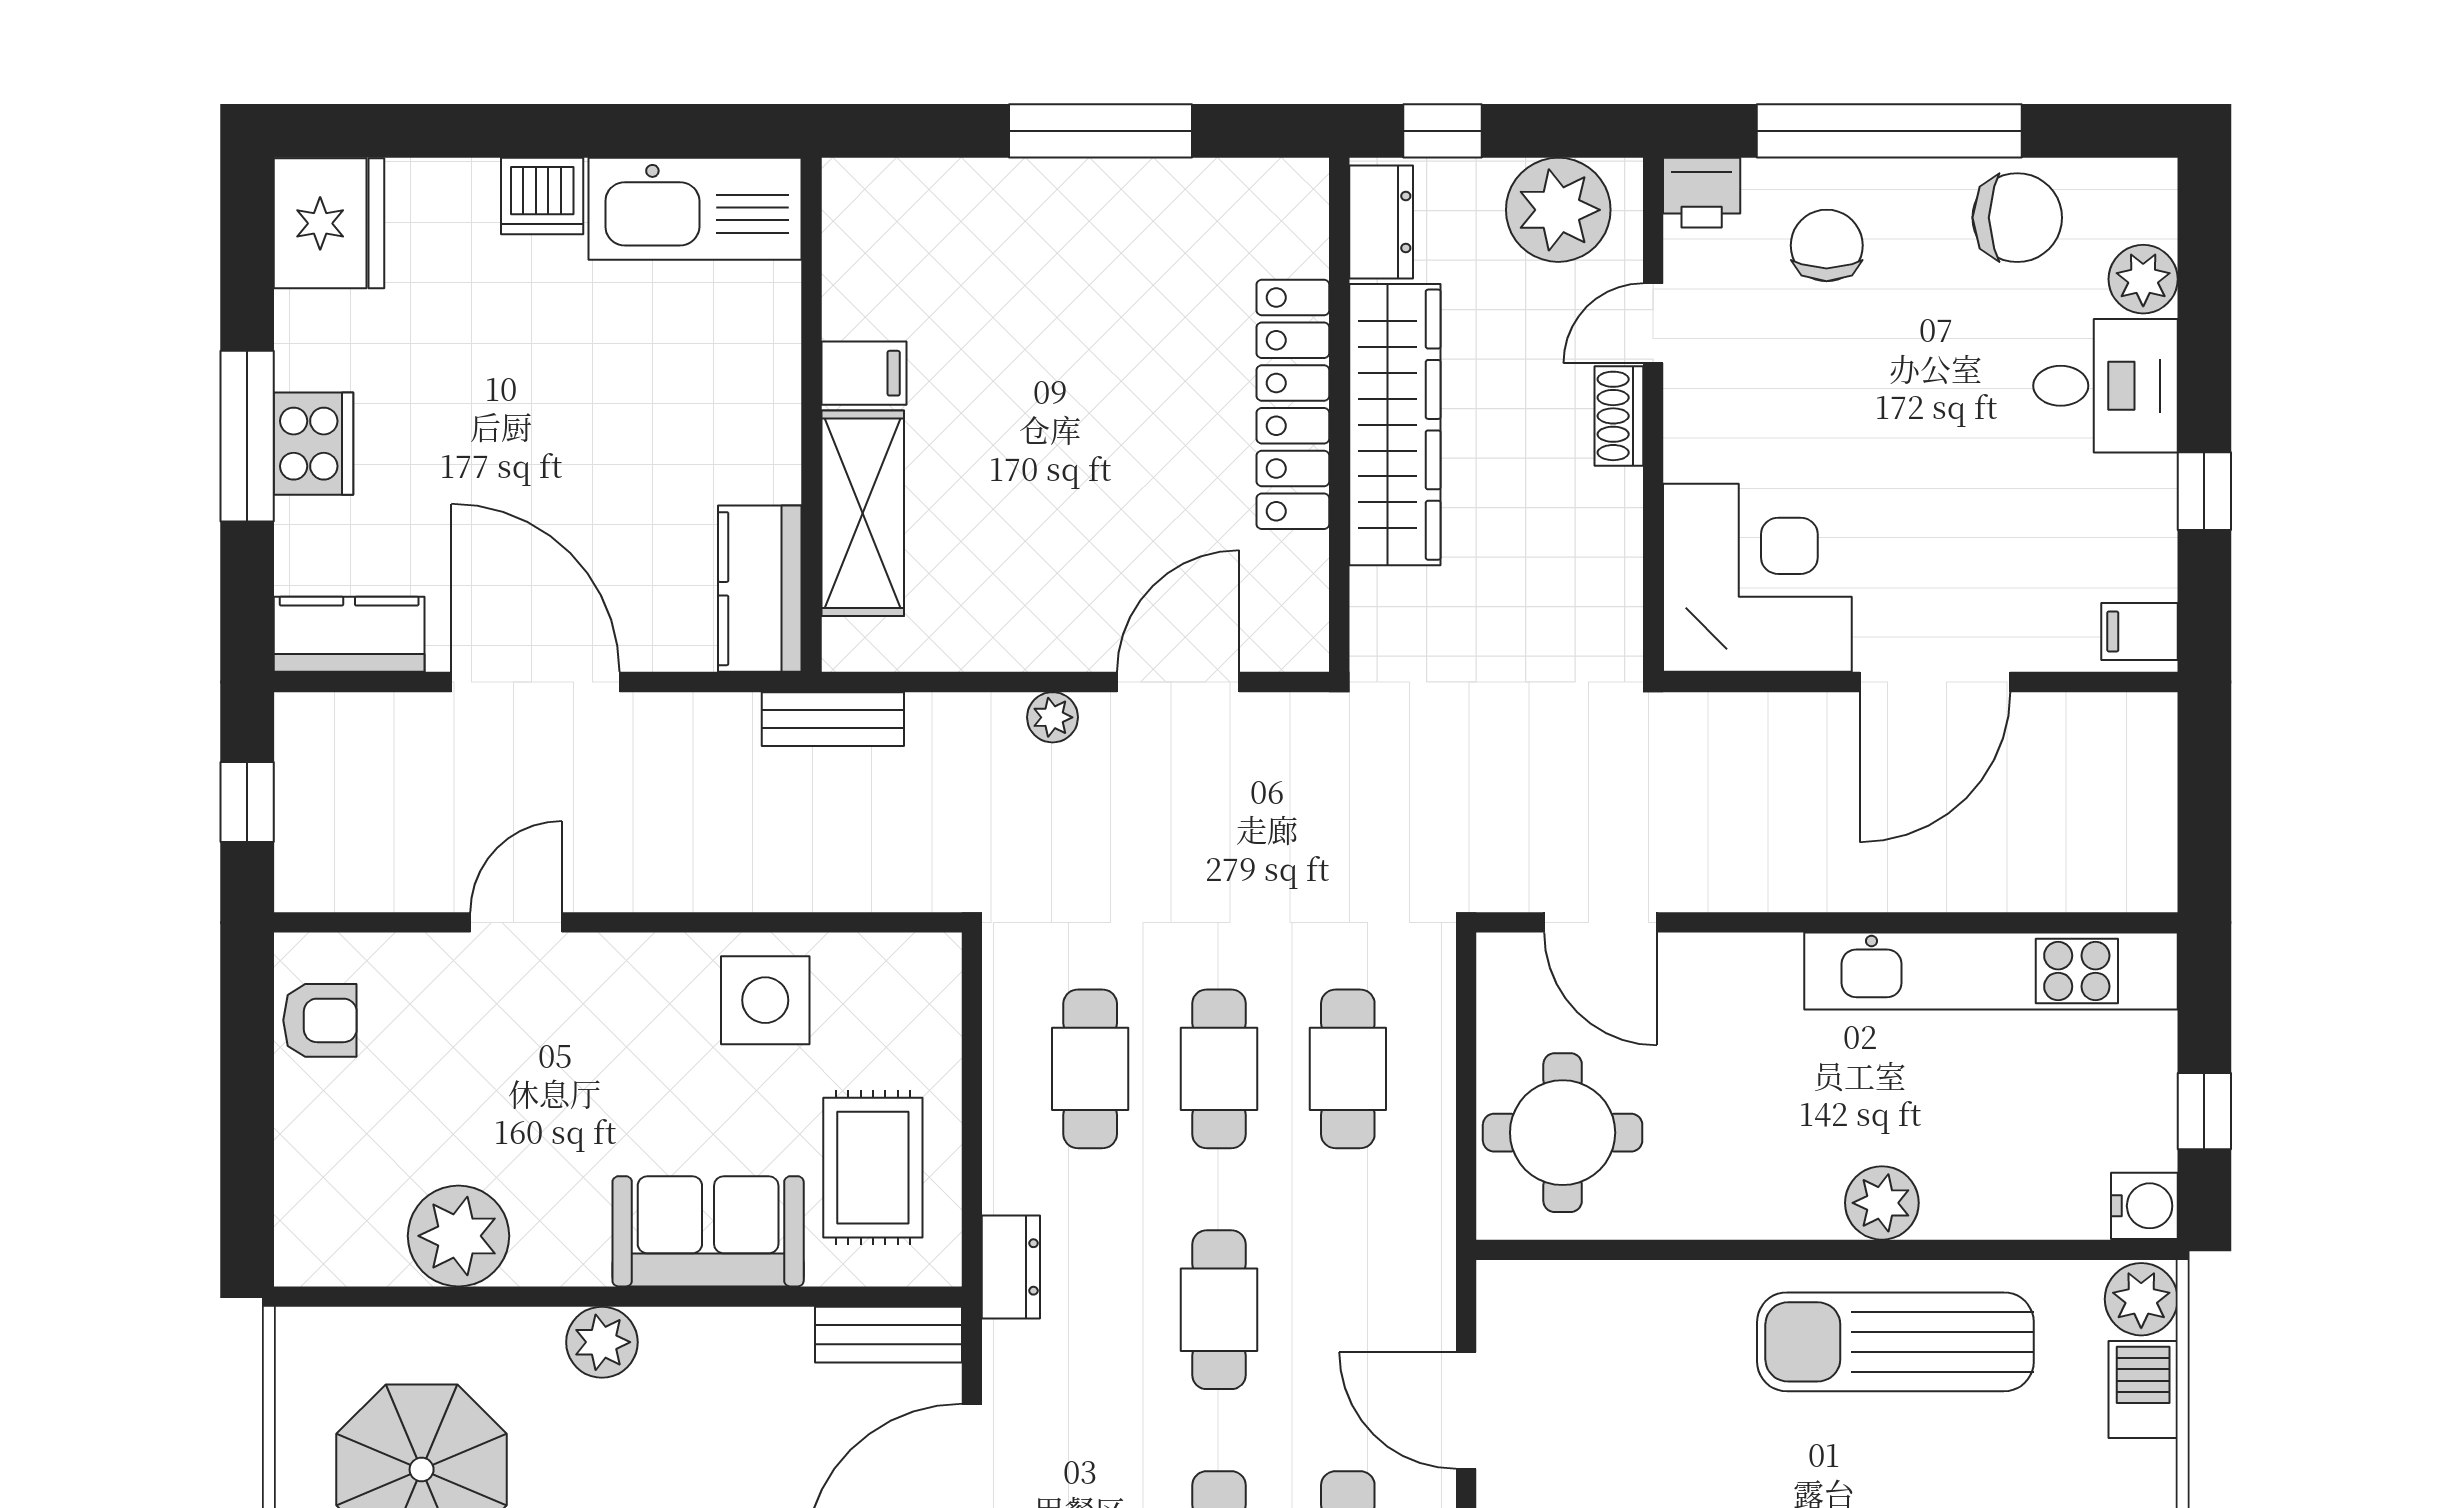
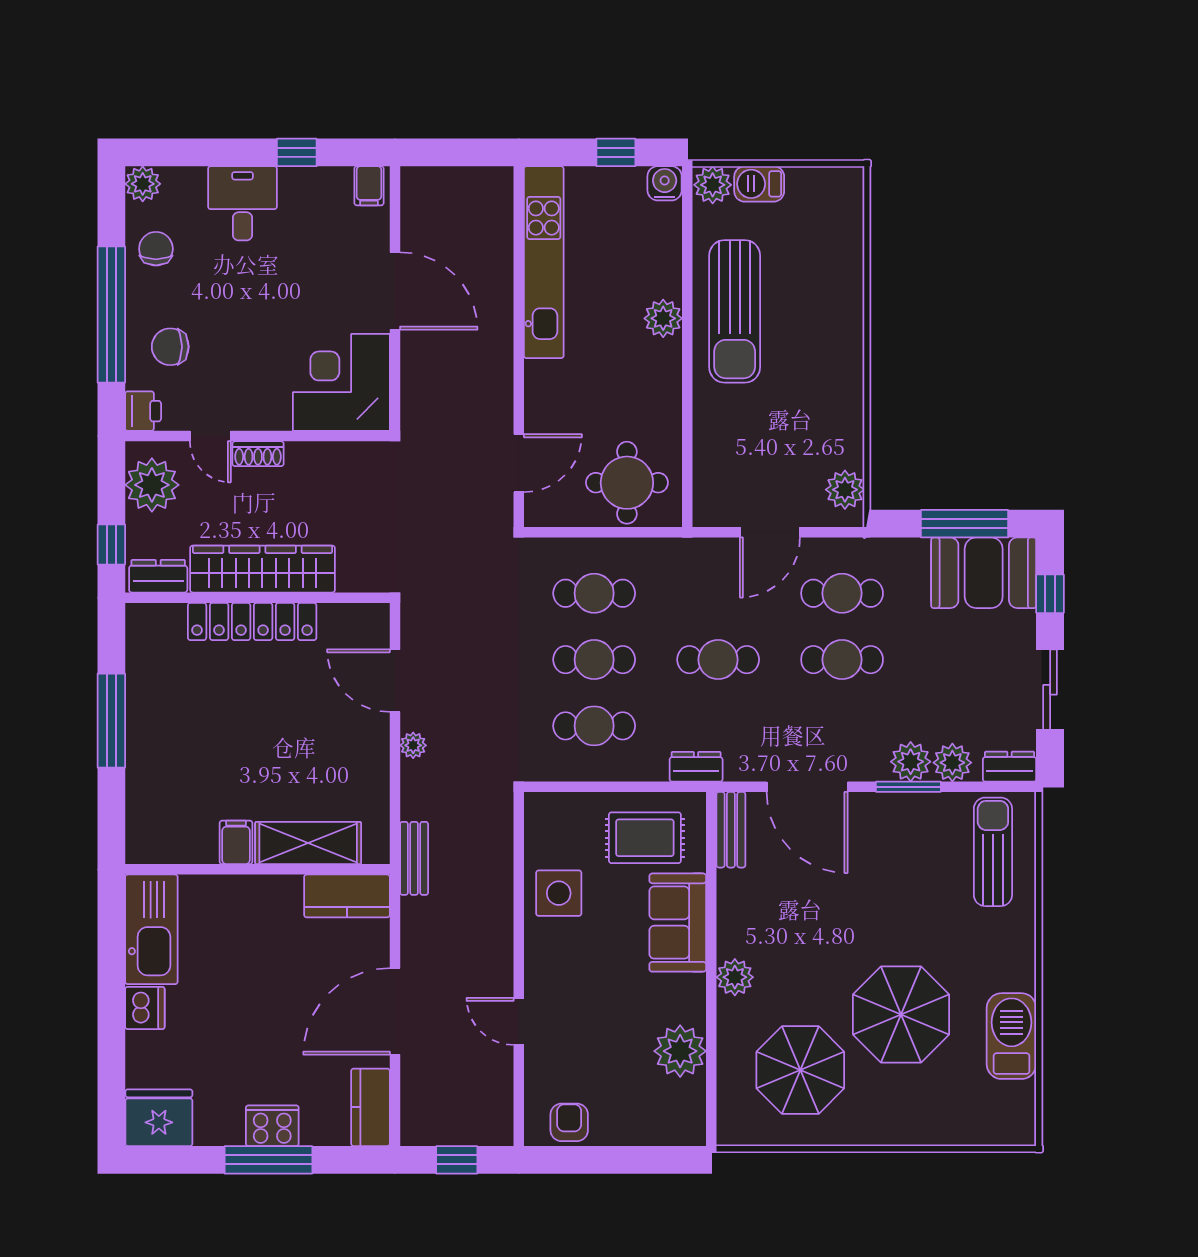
chair: (2017, 218) -> (156, 249), width x0.73, depth x0.73
plant: (2143, 279) -> (143, 184), moved

